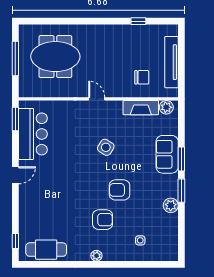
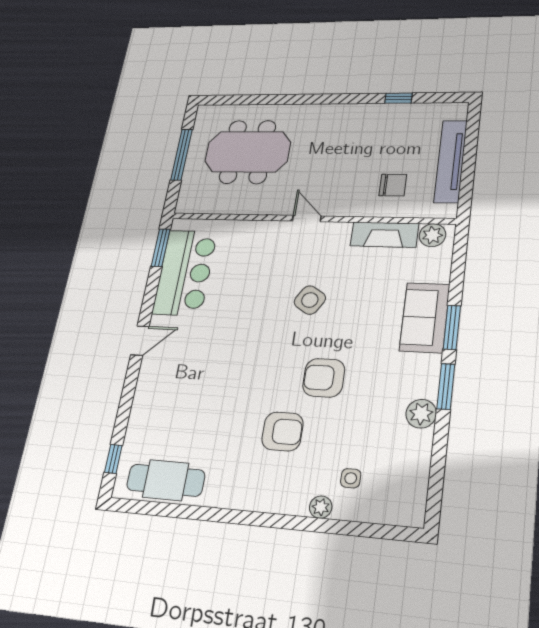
plant: (96, 256) -> (321, 507), moved

